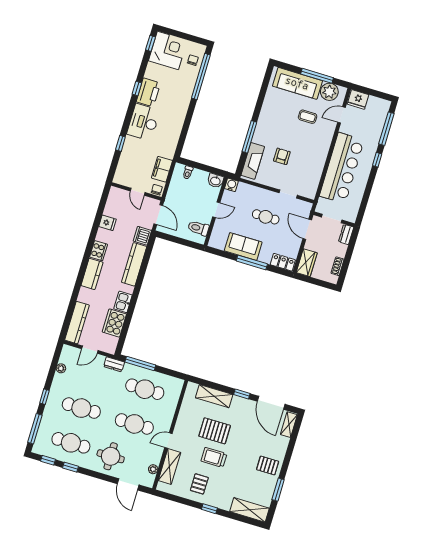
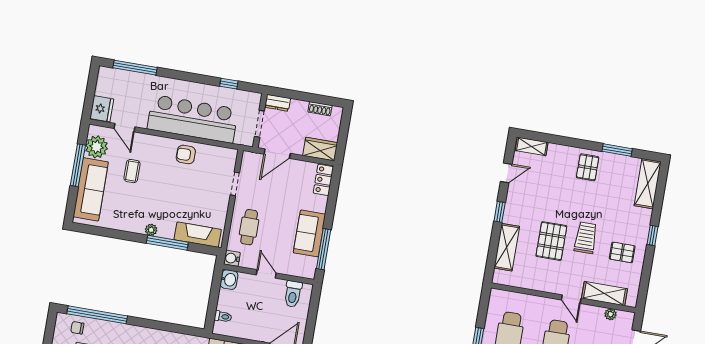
plant: (261, 126) -> (151, 230), added
armchair: (282, 156) -> (186, 155), moved
window: (377, 160) -> (229, 84), moved
cafe table: (266, 217) -> (249, 227), moved
window: (252, 262) -> (324, 249), moved
door: (271, 403) -> (506, 173), width x0.53
trolley: (214, 457) -> (586, 238), turned 180

